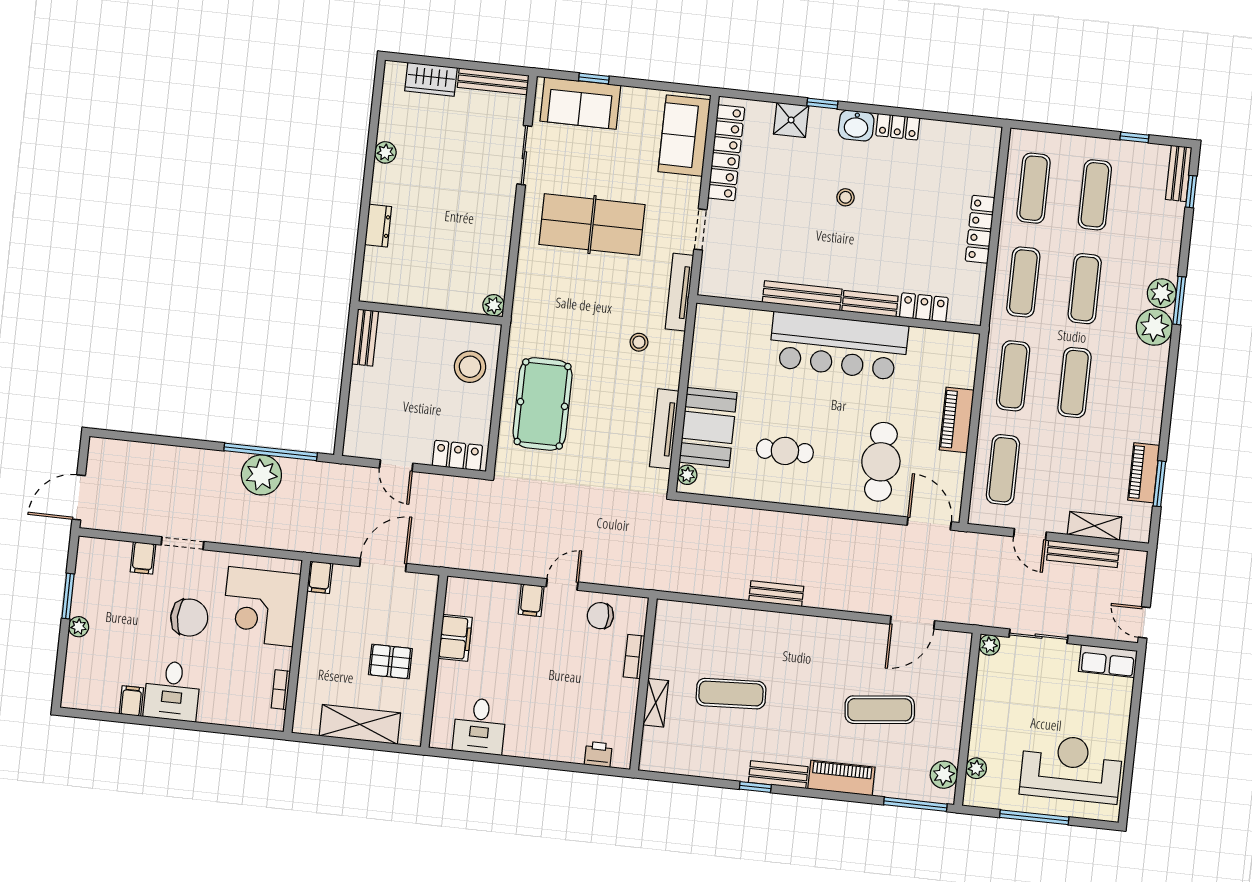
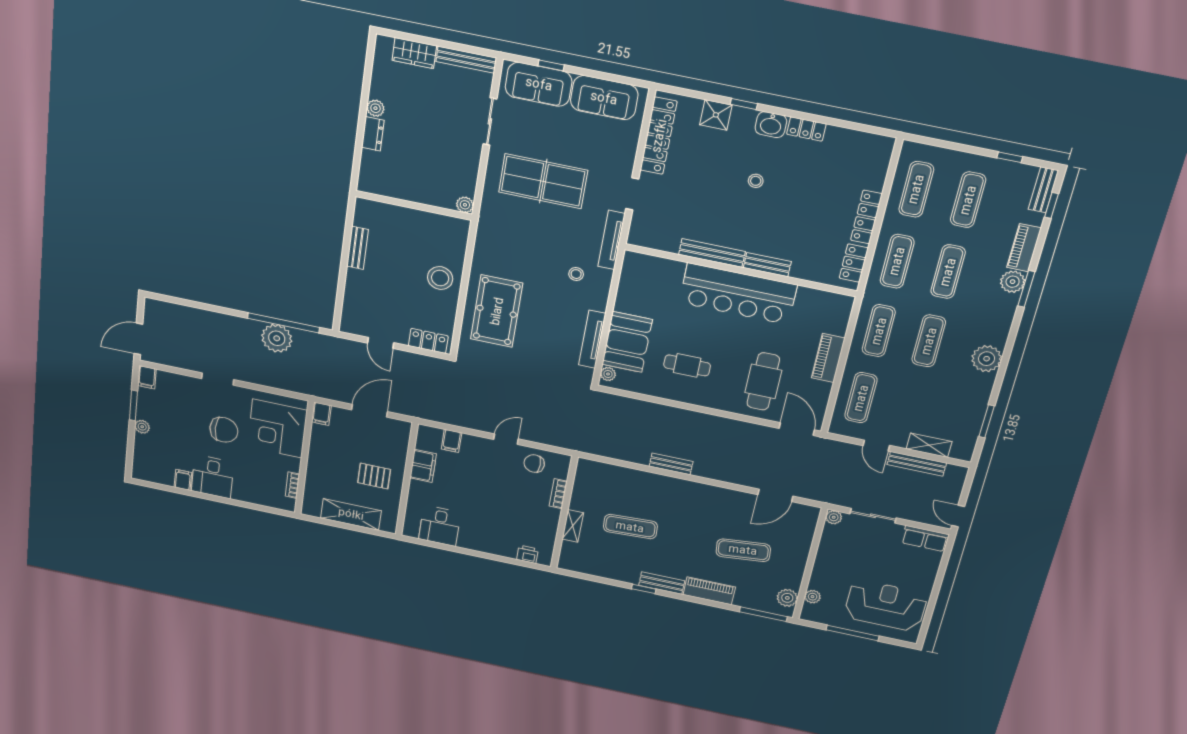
sofa: (684, 136) -> (604, 98), moved, turned -90
dresser: (378, 226) -> (373, 134), moved
plant: (494, 305) -> (465, 205), moved
locker: (924, 307) -> (854, 263), moved, turned -90
wall: (430, 313) -> (414, 205), moved
plant: (1154, 327) -> (987, 359), moved
piano: (1144, 473) -> (1024, 248), moved
filing cabinet: (143, 558) -> (147, 377), moved
filing cabinet: (531, 600) -> (451, 441), moved

